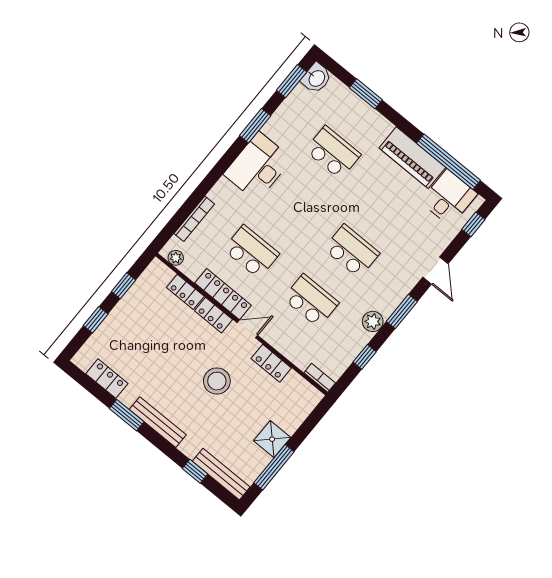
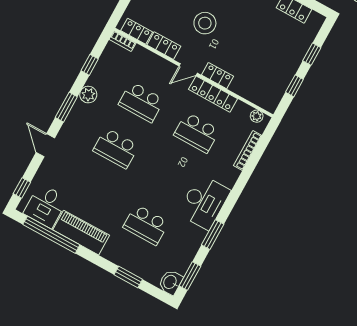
locker: (185, 292) -> (137, 31), moved

